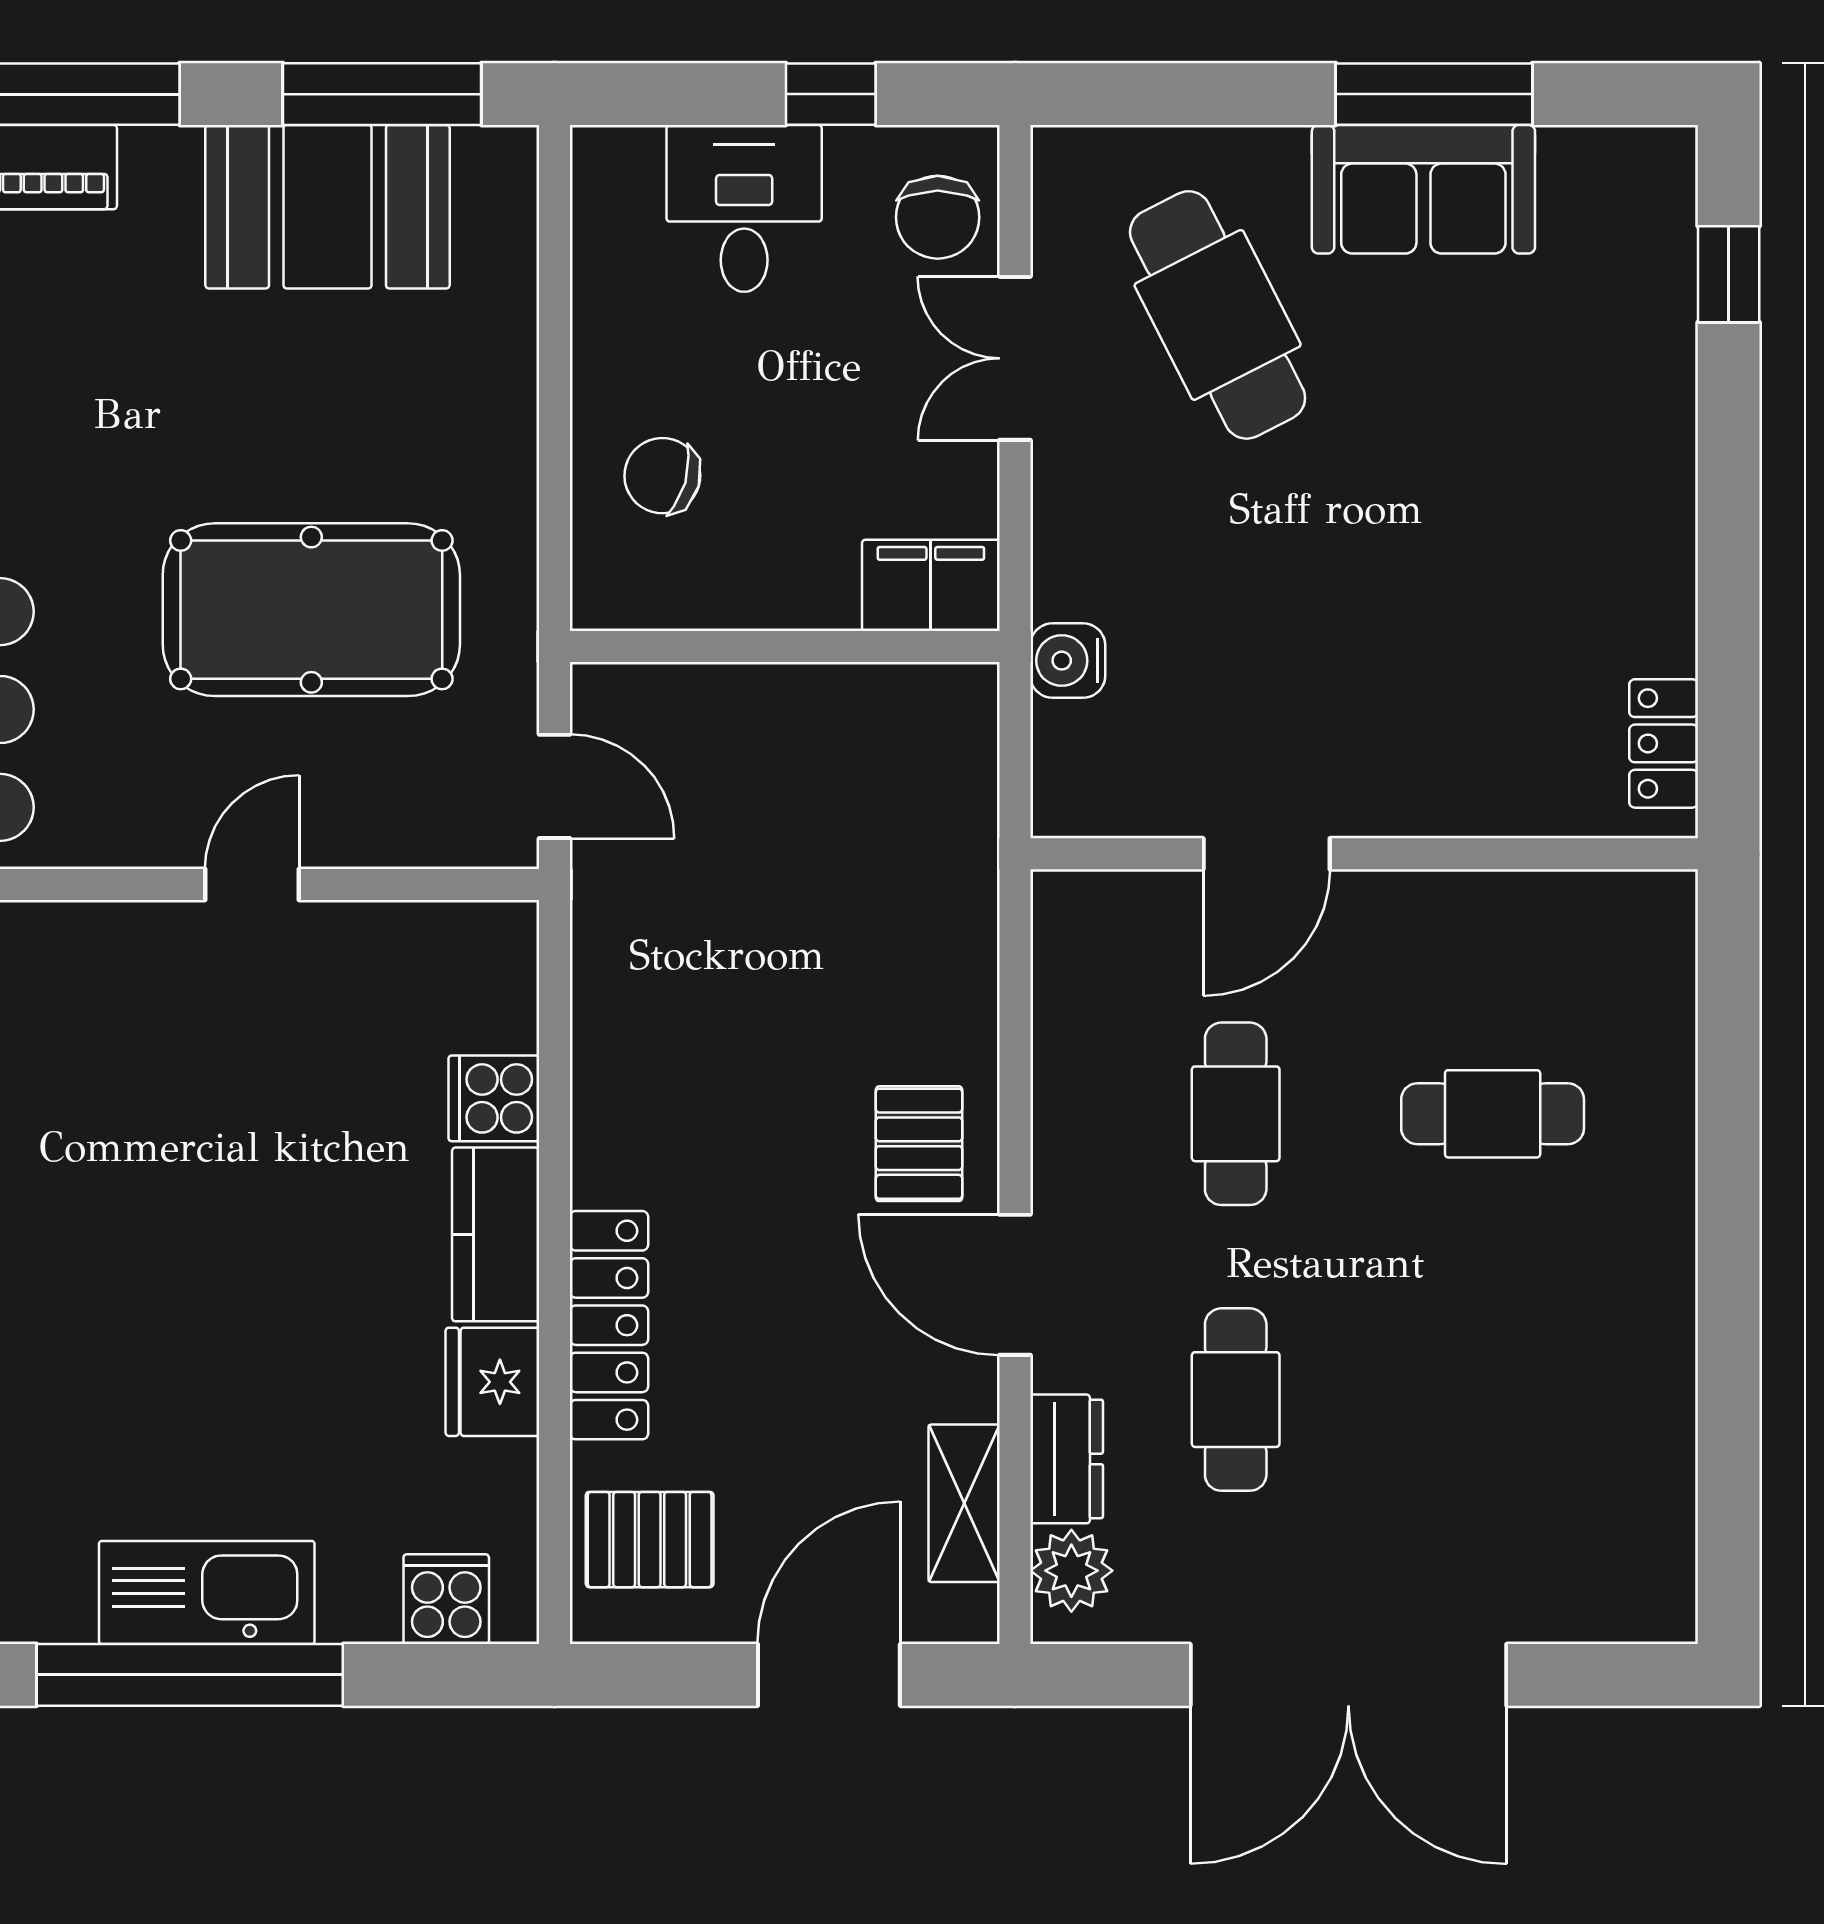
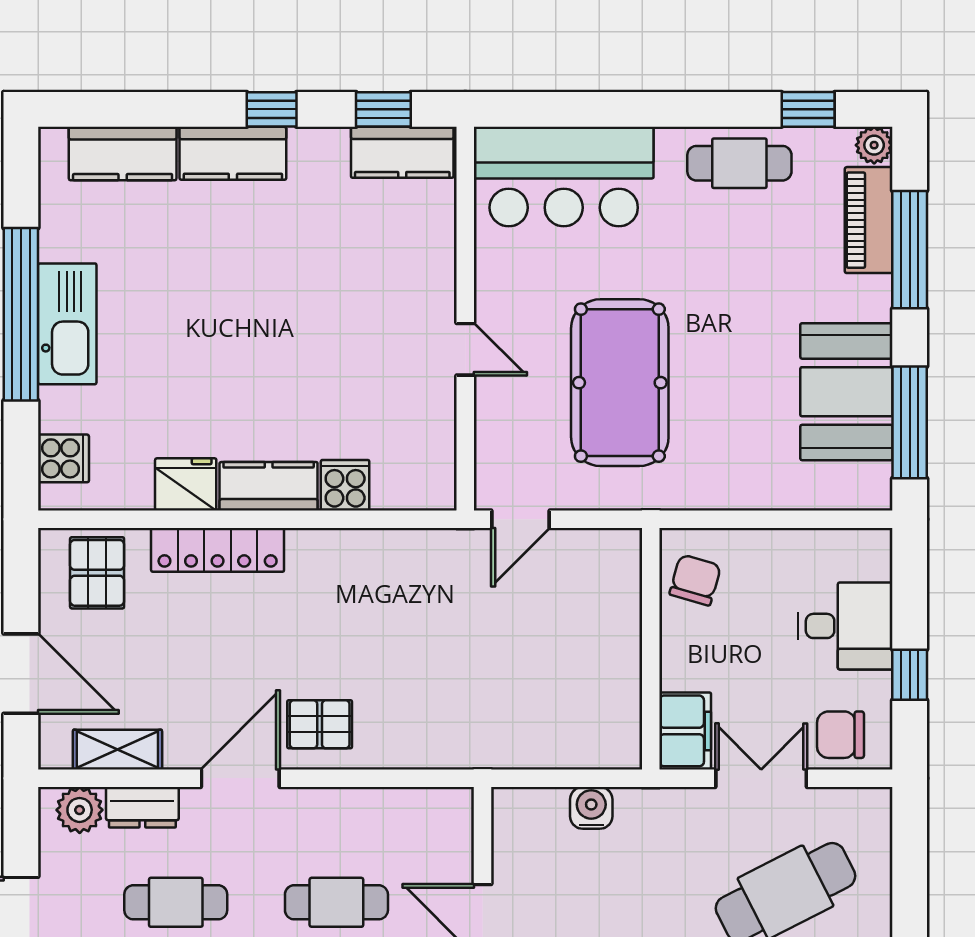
filing cabinet: (931, 585) -> (685, 731), moved
wall: (785, 647) -> (651, 649), moved

